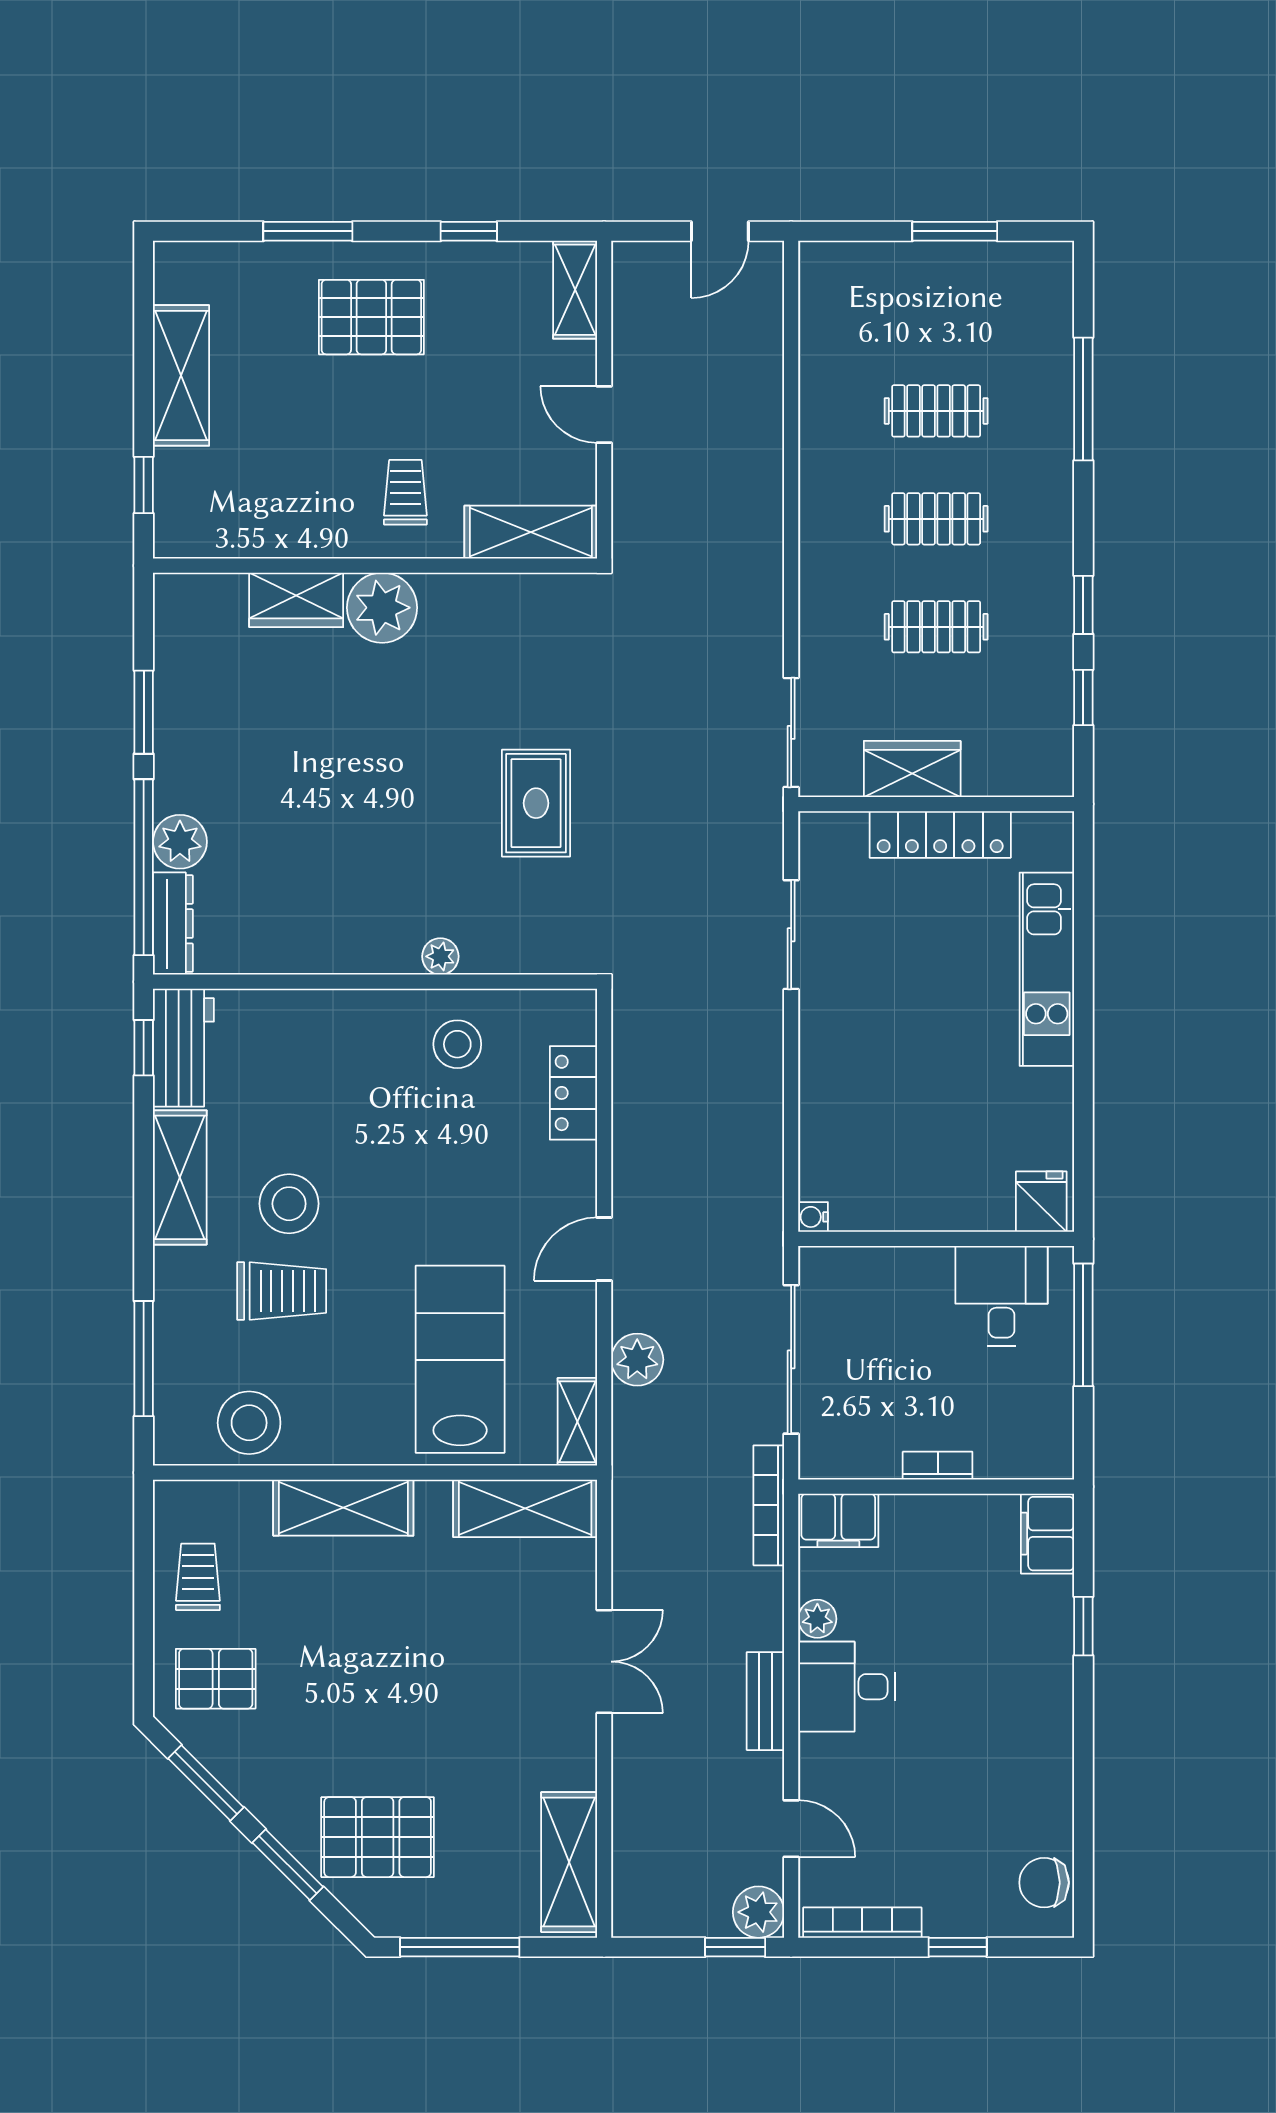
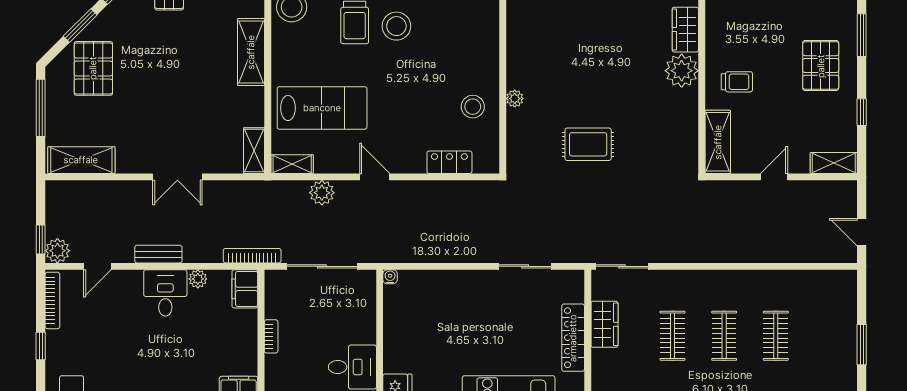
shelving: (525, 1508) -> (254, 151), width x0.67, depth x0.75

